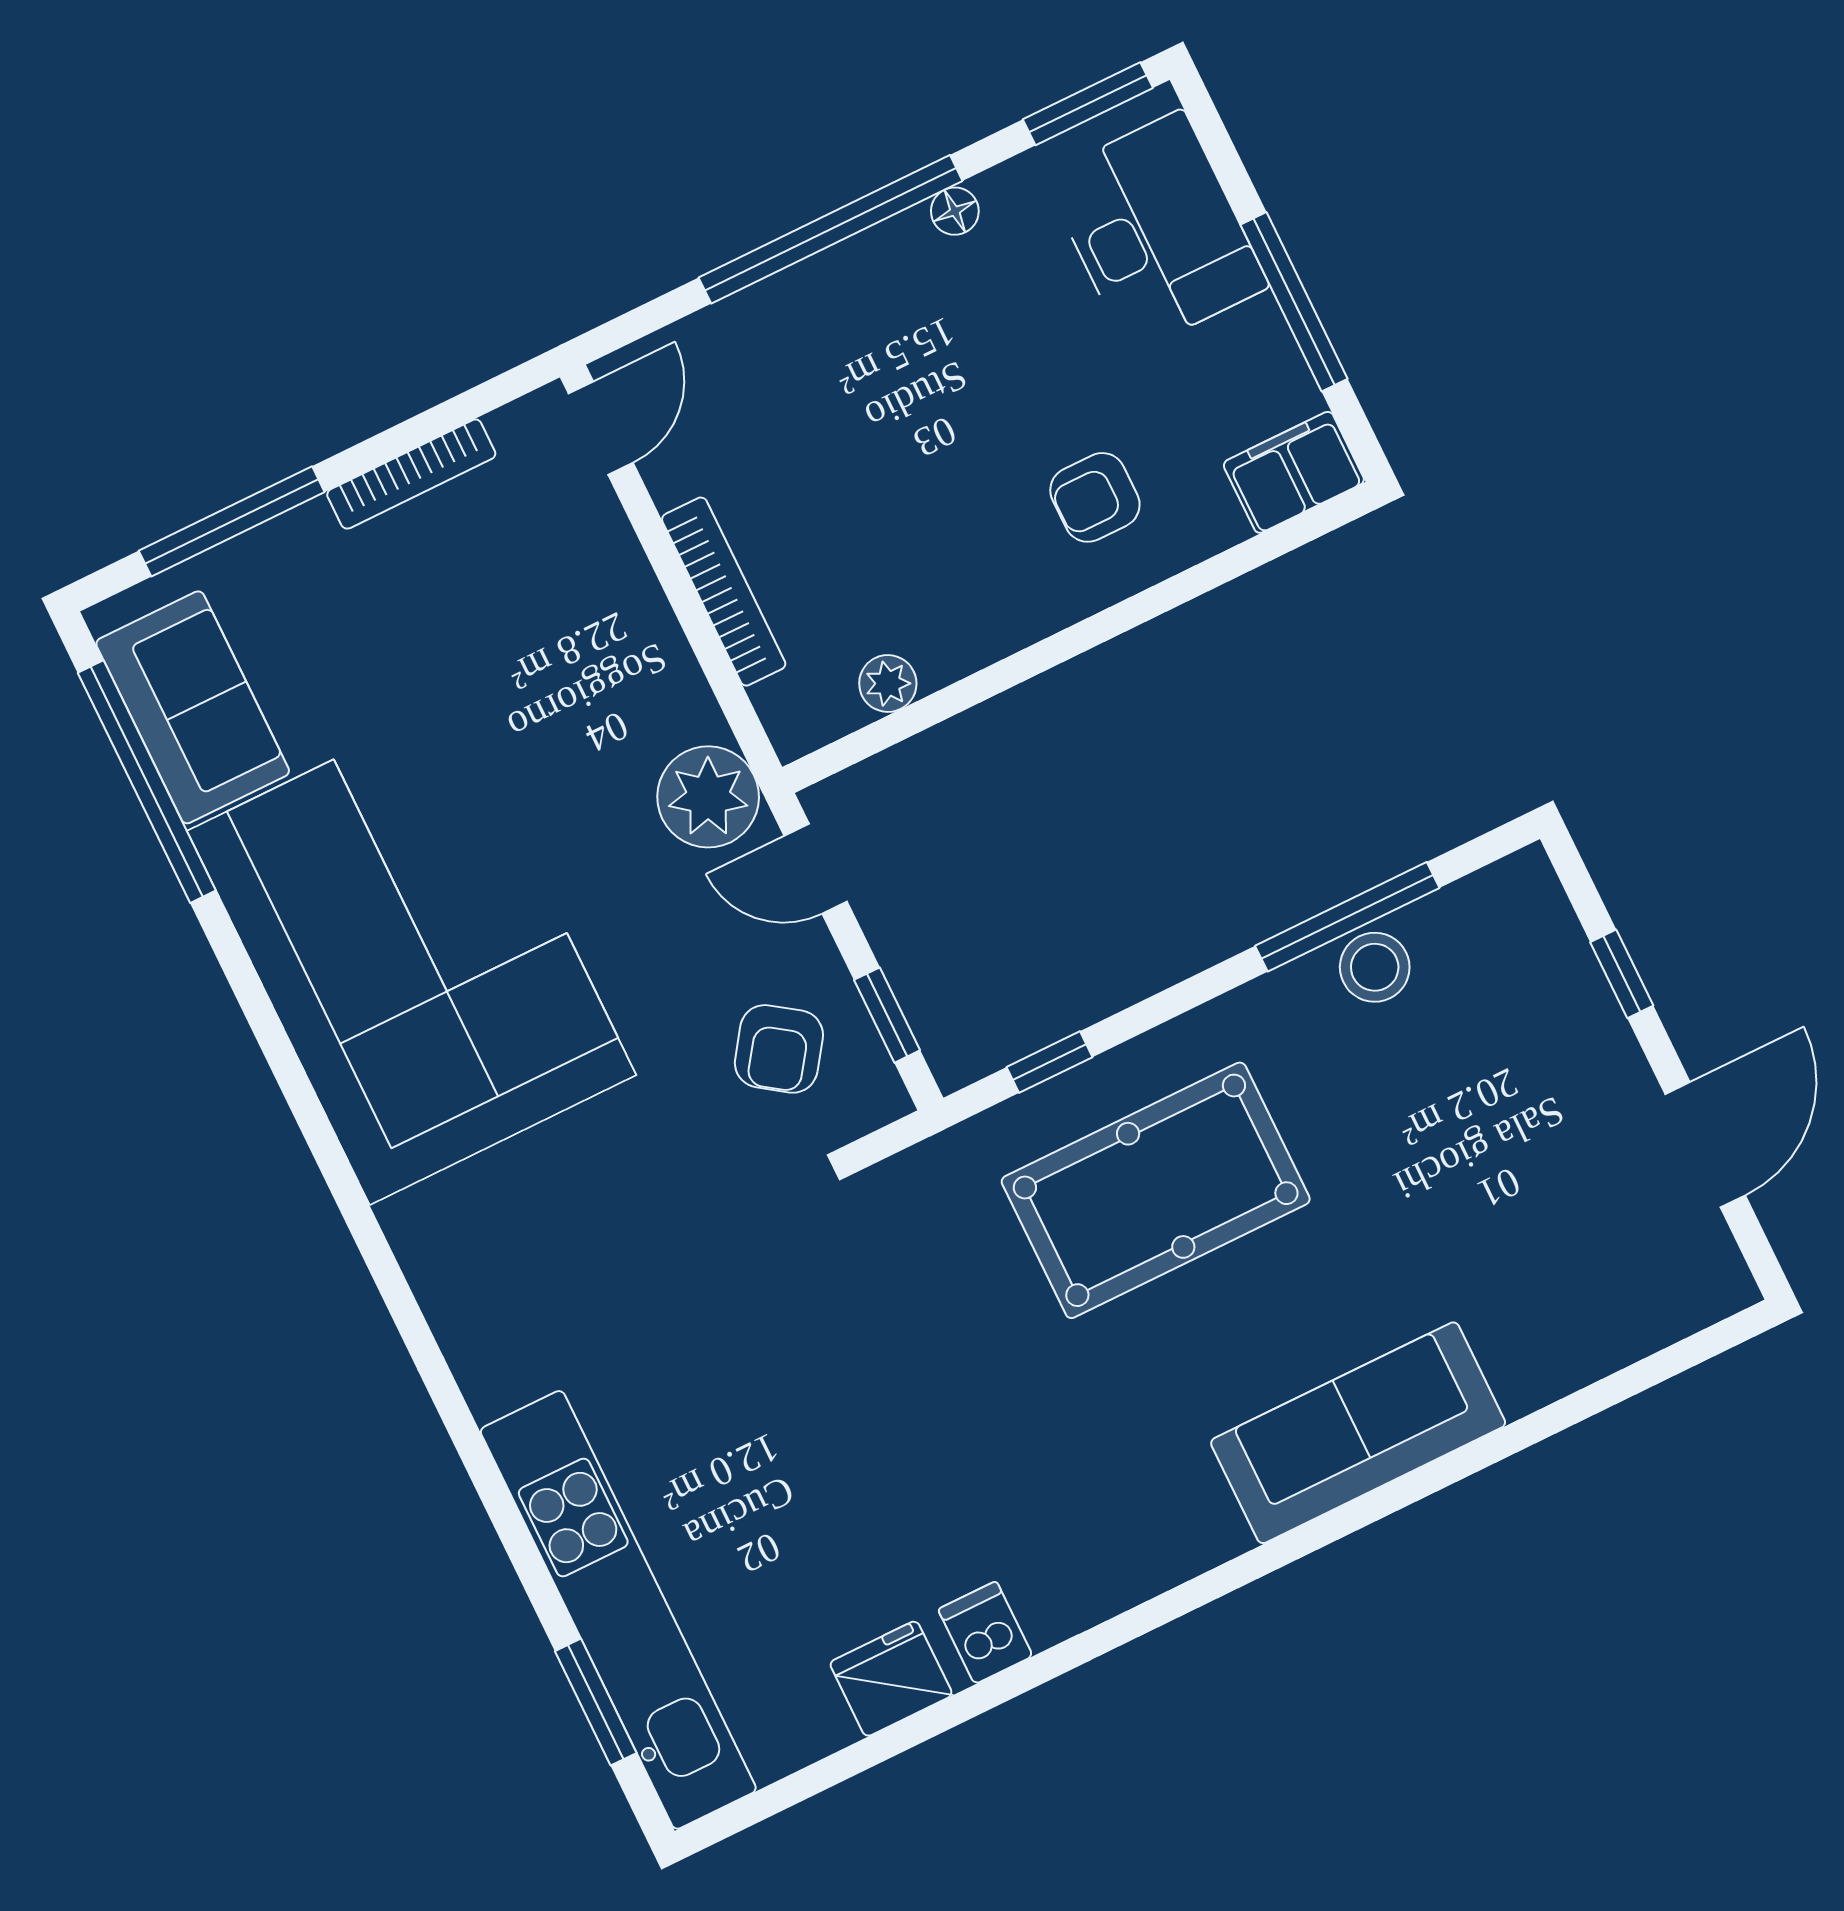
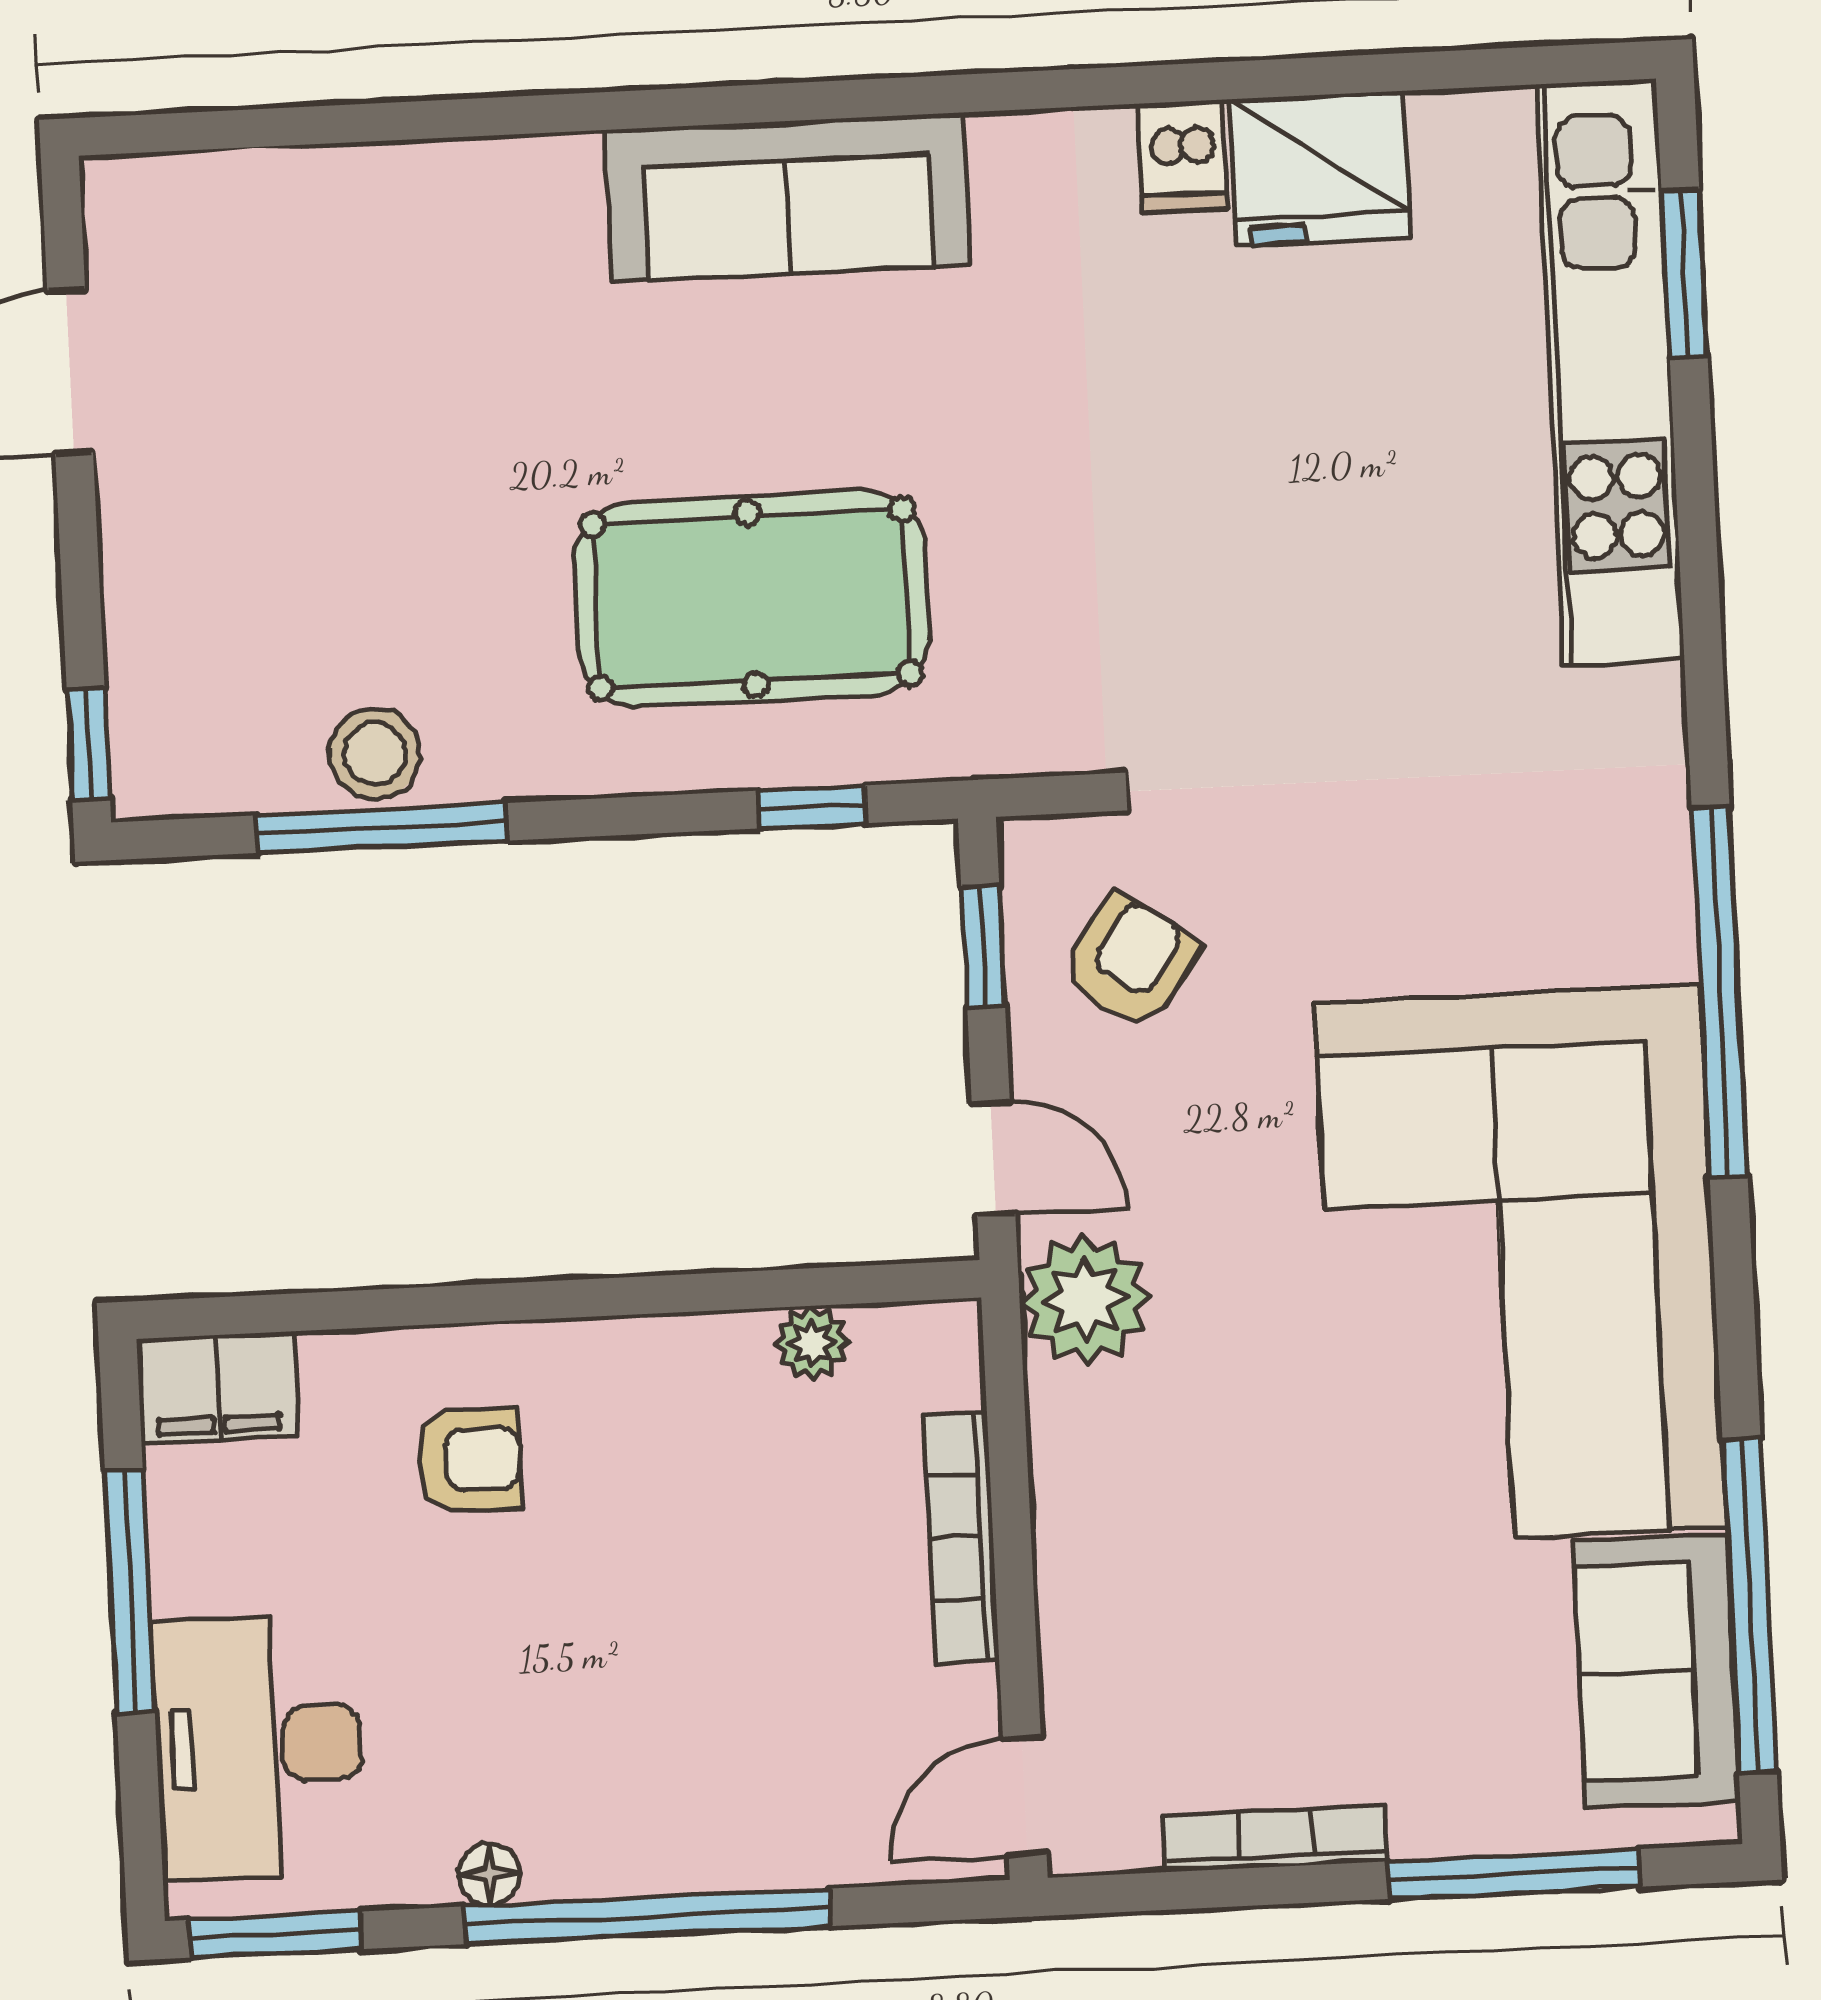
window: (1622, 974) -> (88, 744), moved
window: (354, 1206) -> (1720, 992), added
sofa: (1358, 1433) -> (788, 197), moved
fridge: (891, 1679) -> (1320, 168), width x1.36, depth x1.34

